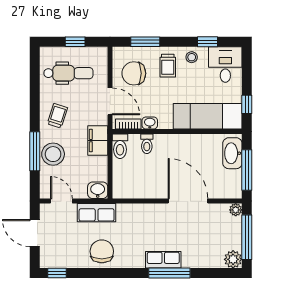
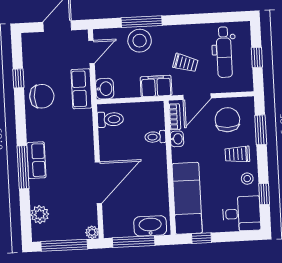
trolley: (57, 116) -> (185, 63), moved
toilet: (120, 146) -> (110, 119), moved, turned 180
plant: (233, 259) -> (40, 214), moved
window: (57, 273) -> (18, 78), moved

